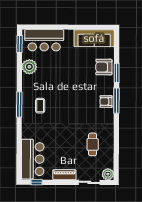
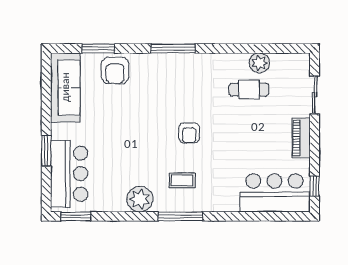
window: (58, 27) -> (46, 151), added
plant: (29, 67) -> (140, 199), moved
window: (117, 73) -> (98, 48), moved
armchair: (106, 102) -> (189, 133), moved
plant: (108, 174) -> (259, 63), moved

